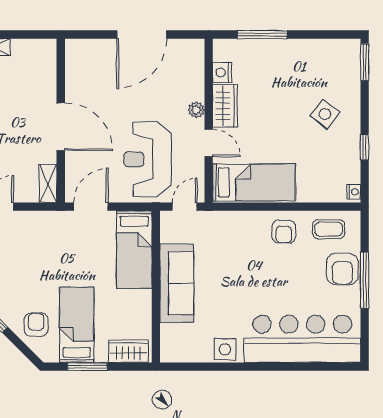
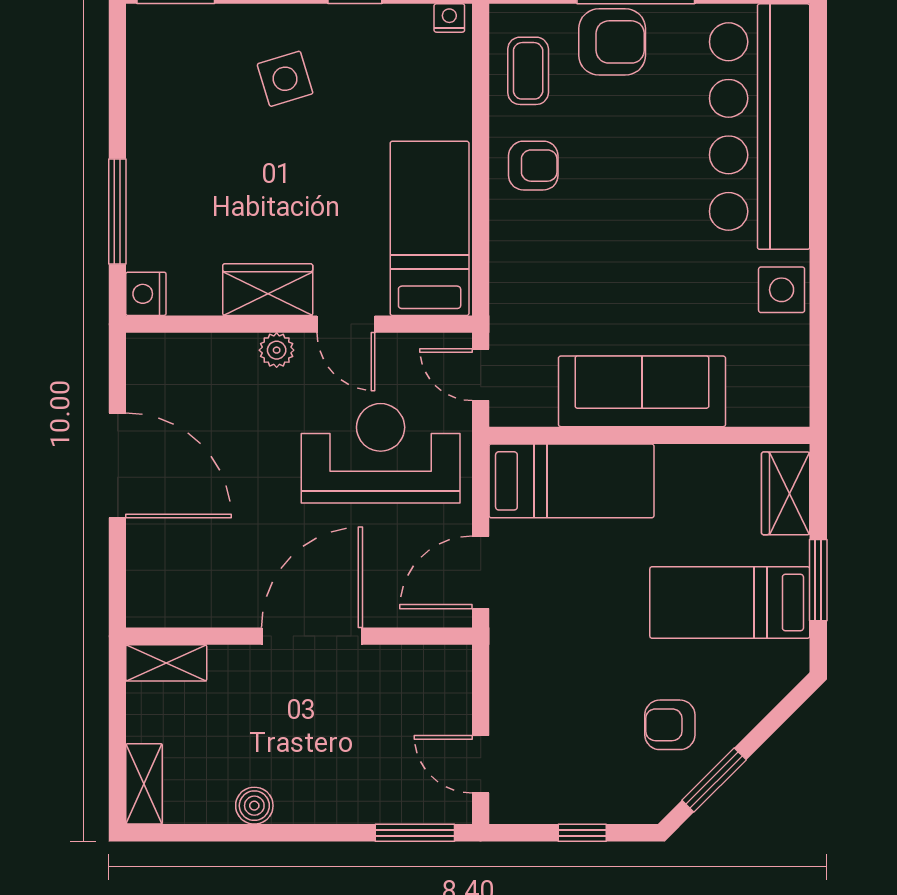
nightstand: (222, 73) -> (146, 294), moved, turned 90
side table: (325, 114) -> (285, 79), turned 35
door: (209, 143) -> (346, 324), swing flipped
reception desk: (147, 159) -> (381, 453), turned 180
shelving: (48, 183) -> (166, 663), moved
door: (91, 207) -> (481, 572), hinge flipped
armchair: (36, 325) -> (670, 725), moved

